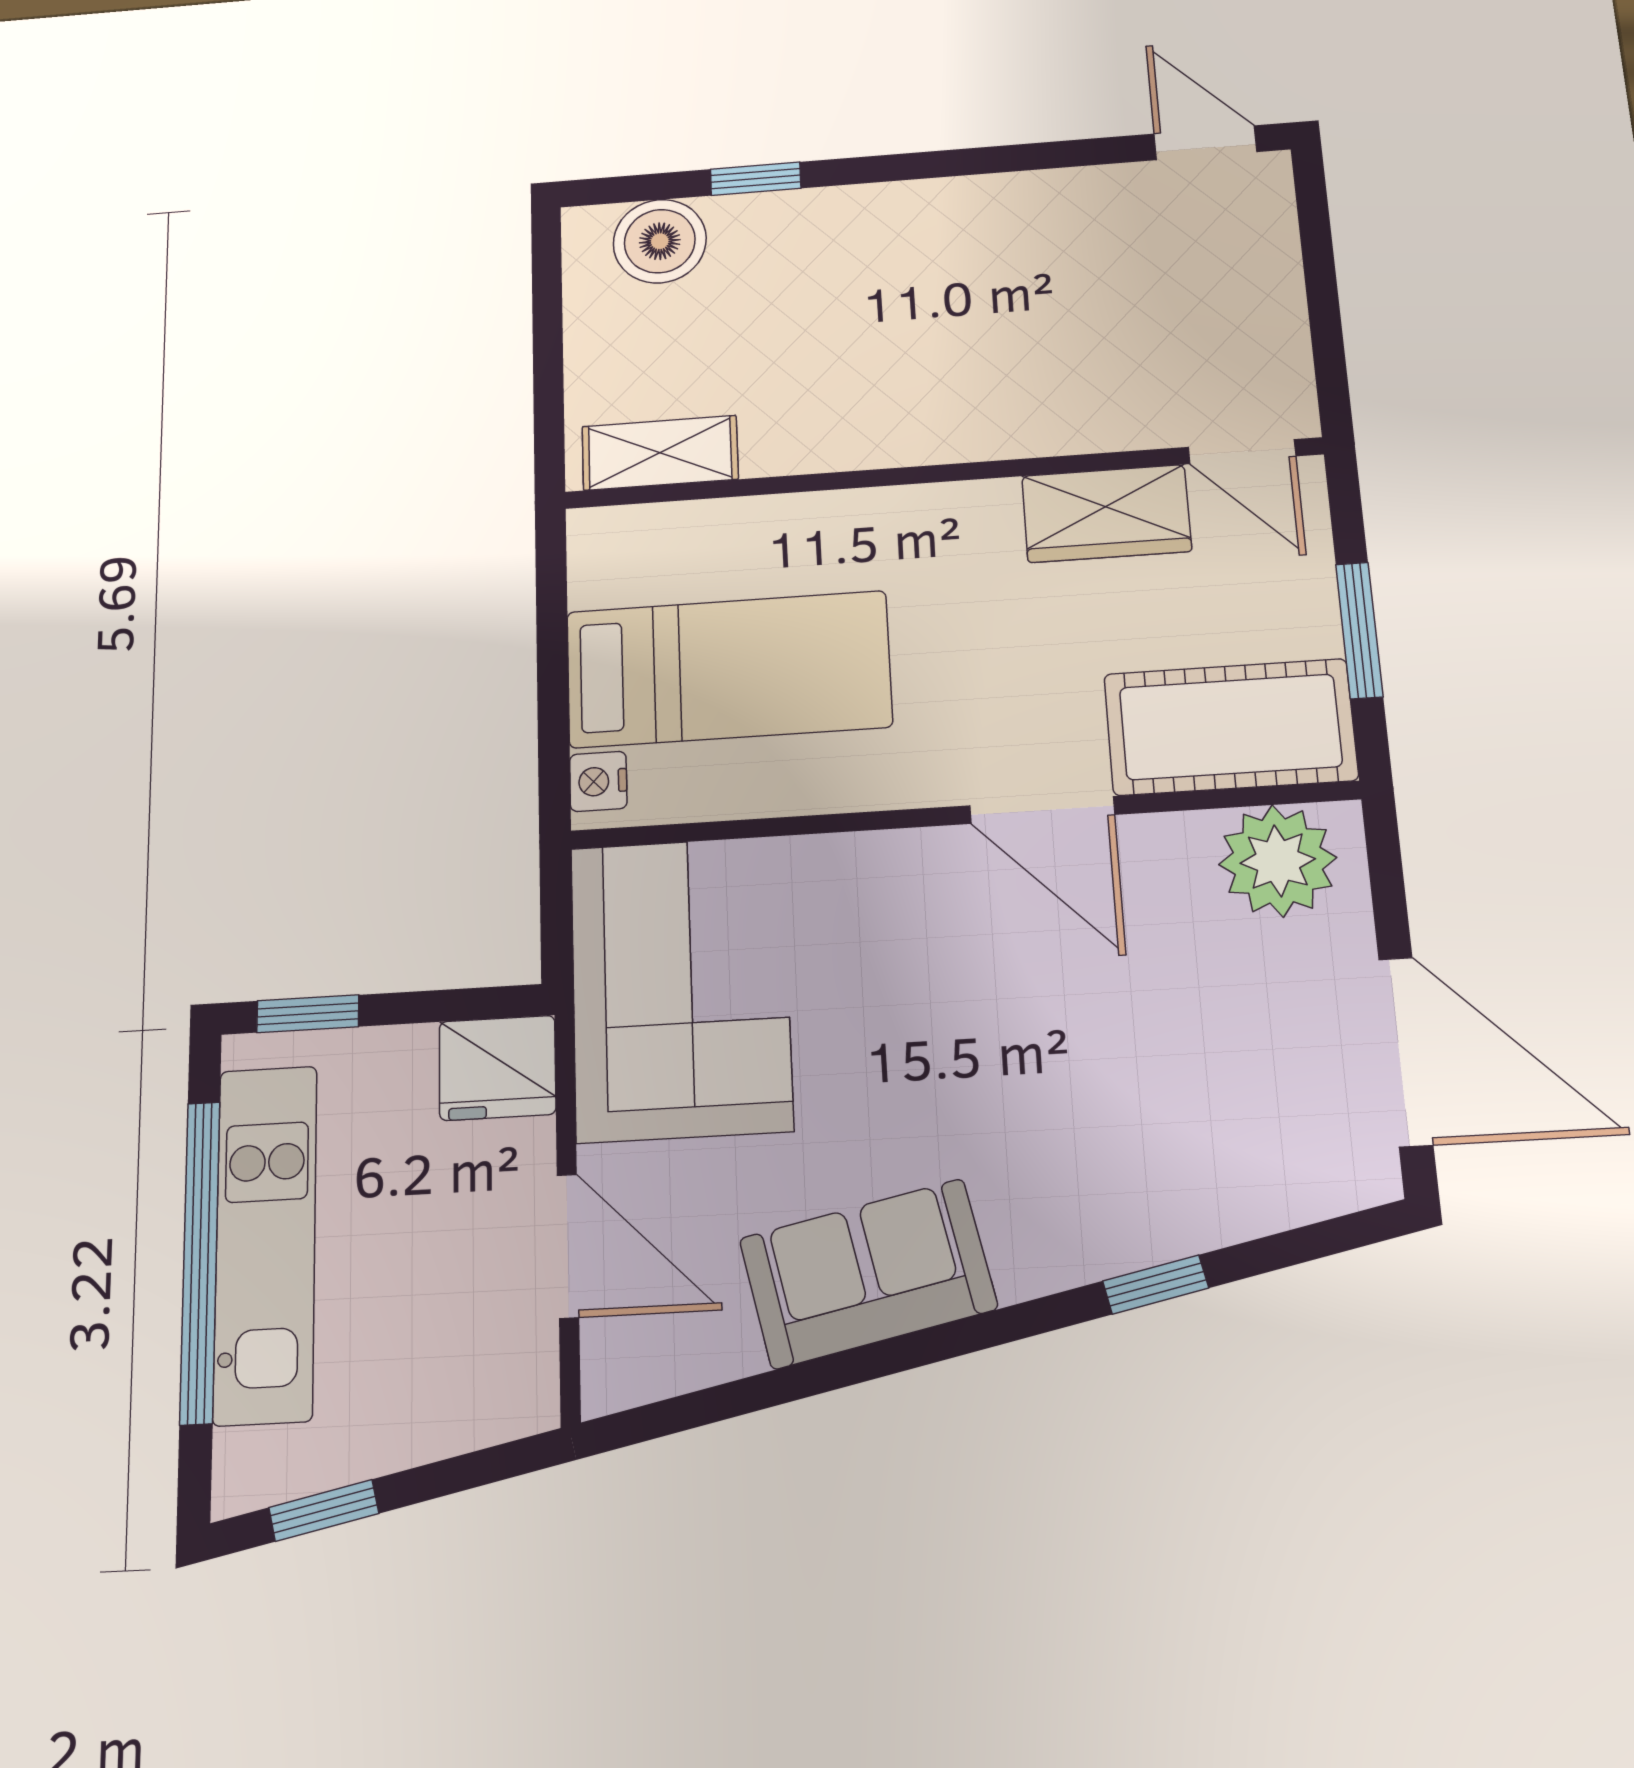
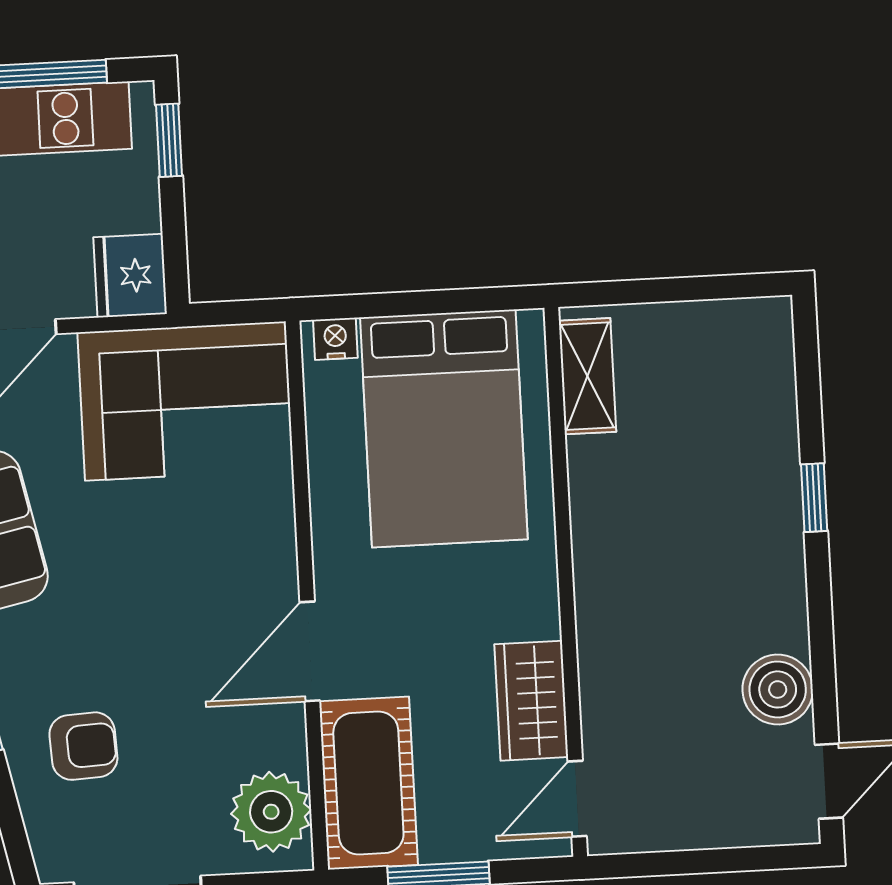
window: (756, 179) -> (814, 498), moved
boiler: (660, 241) -> (778, 689), moved
bed: (728, 669) -> (444, 428), width x1.50
armchair: (1190, 1133) -> (83, 746), added

